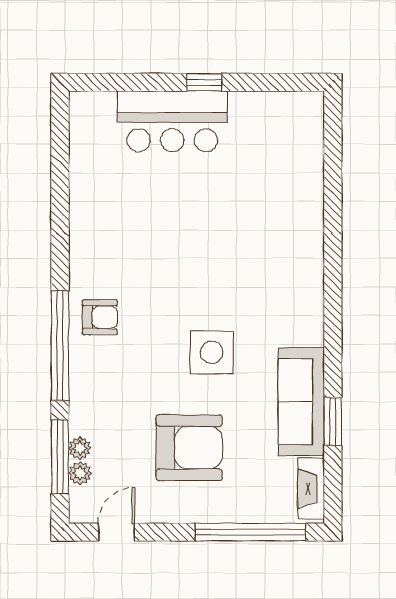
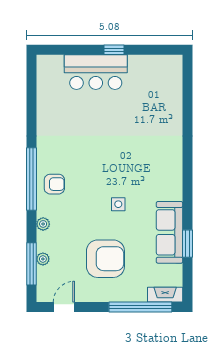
window: (60, 346) -> (32, 179), moved
side table: (212, 352) -> (118, 204), width x0.54, depth x0.54
plant: (80, 473) -> (43, 224), moved
fireplace: (311, 489) -> (165, 295), moved, turned 90

